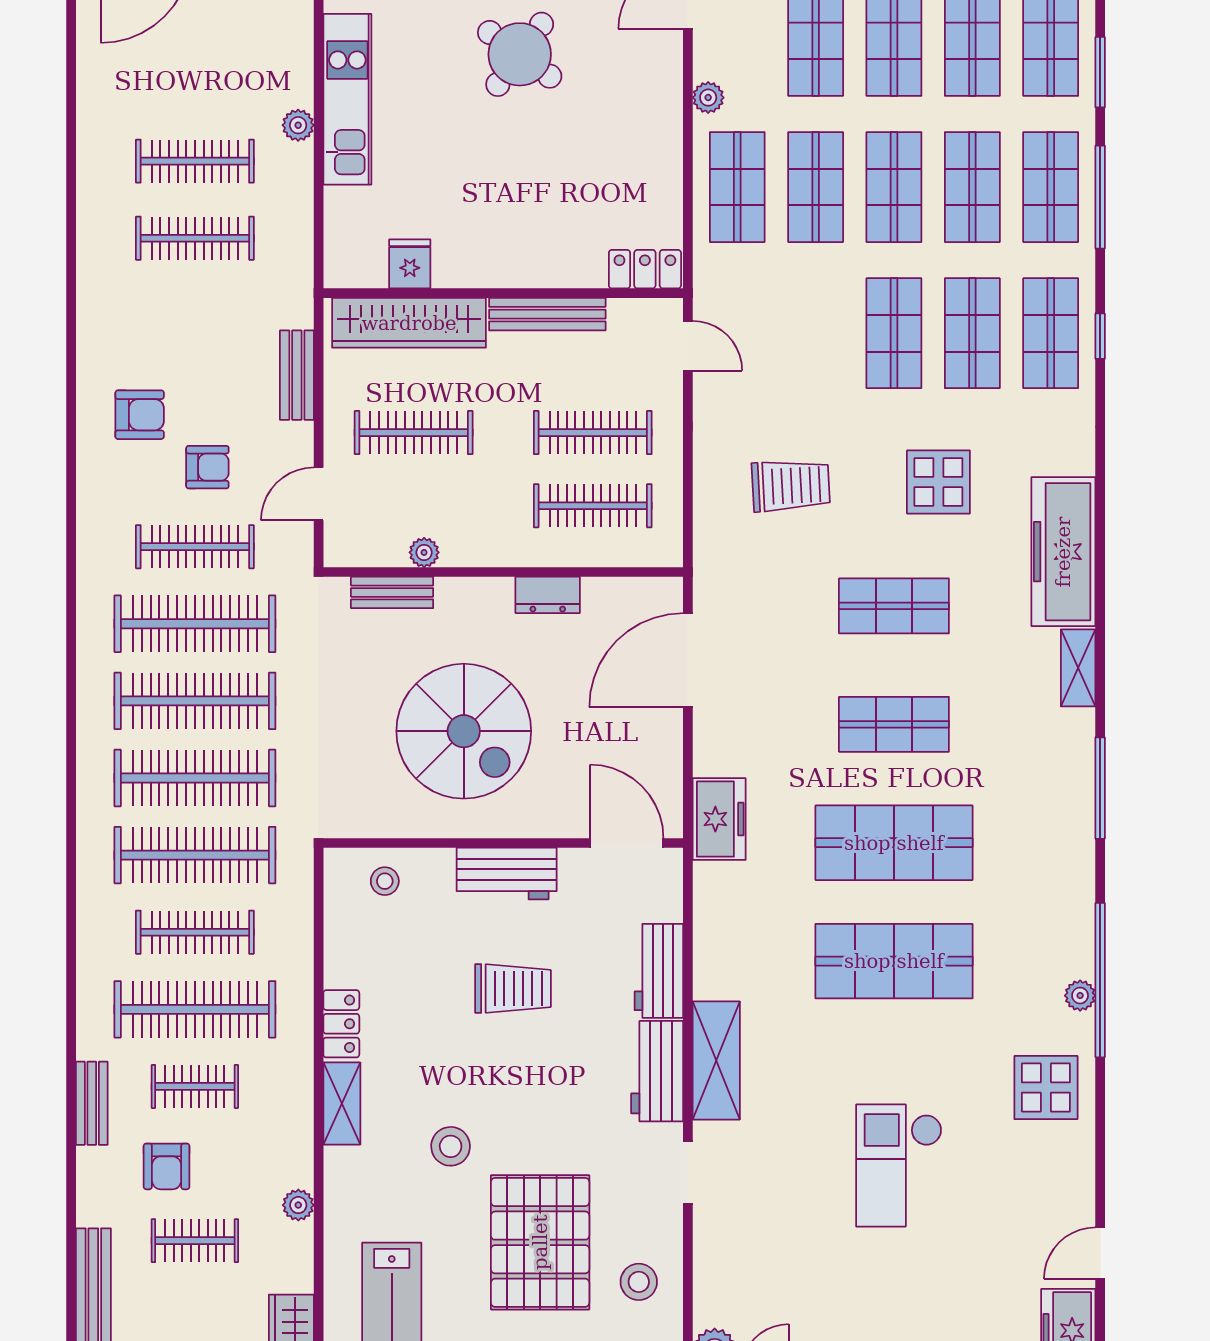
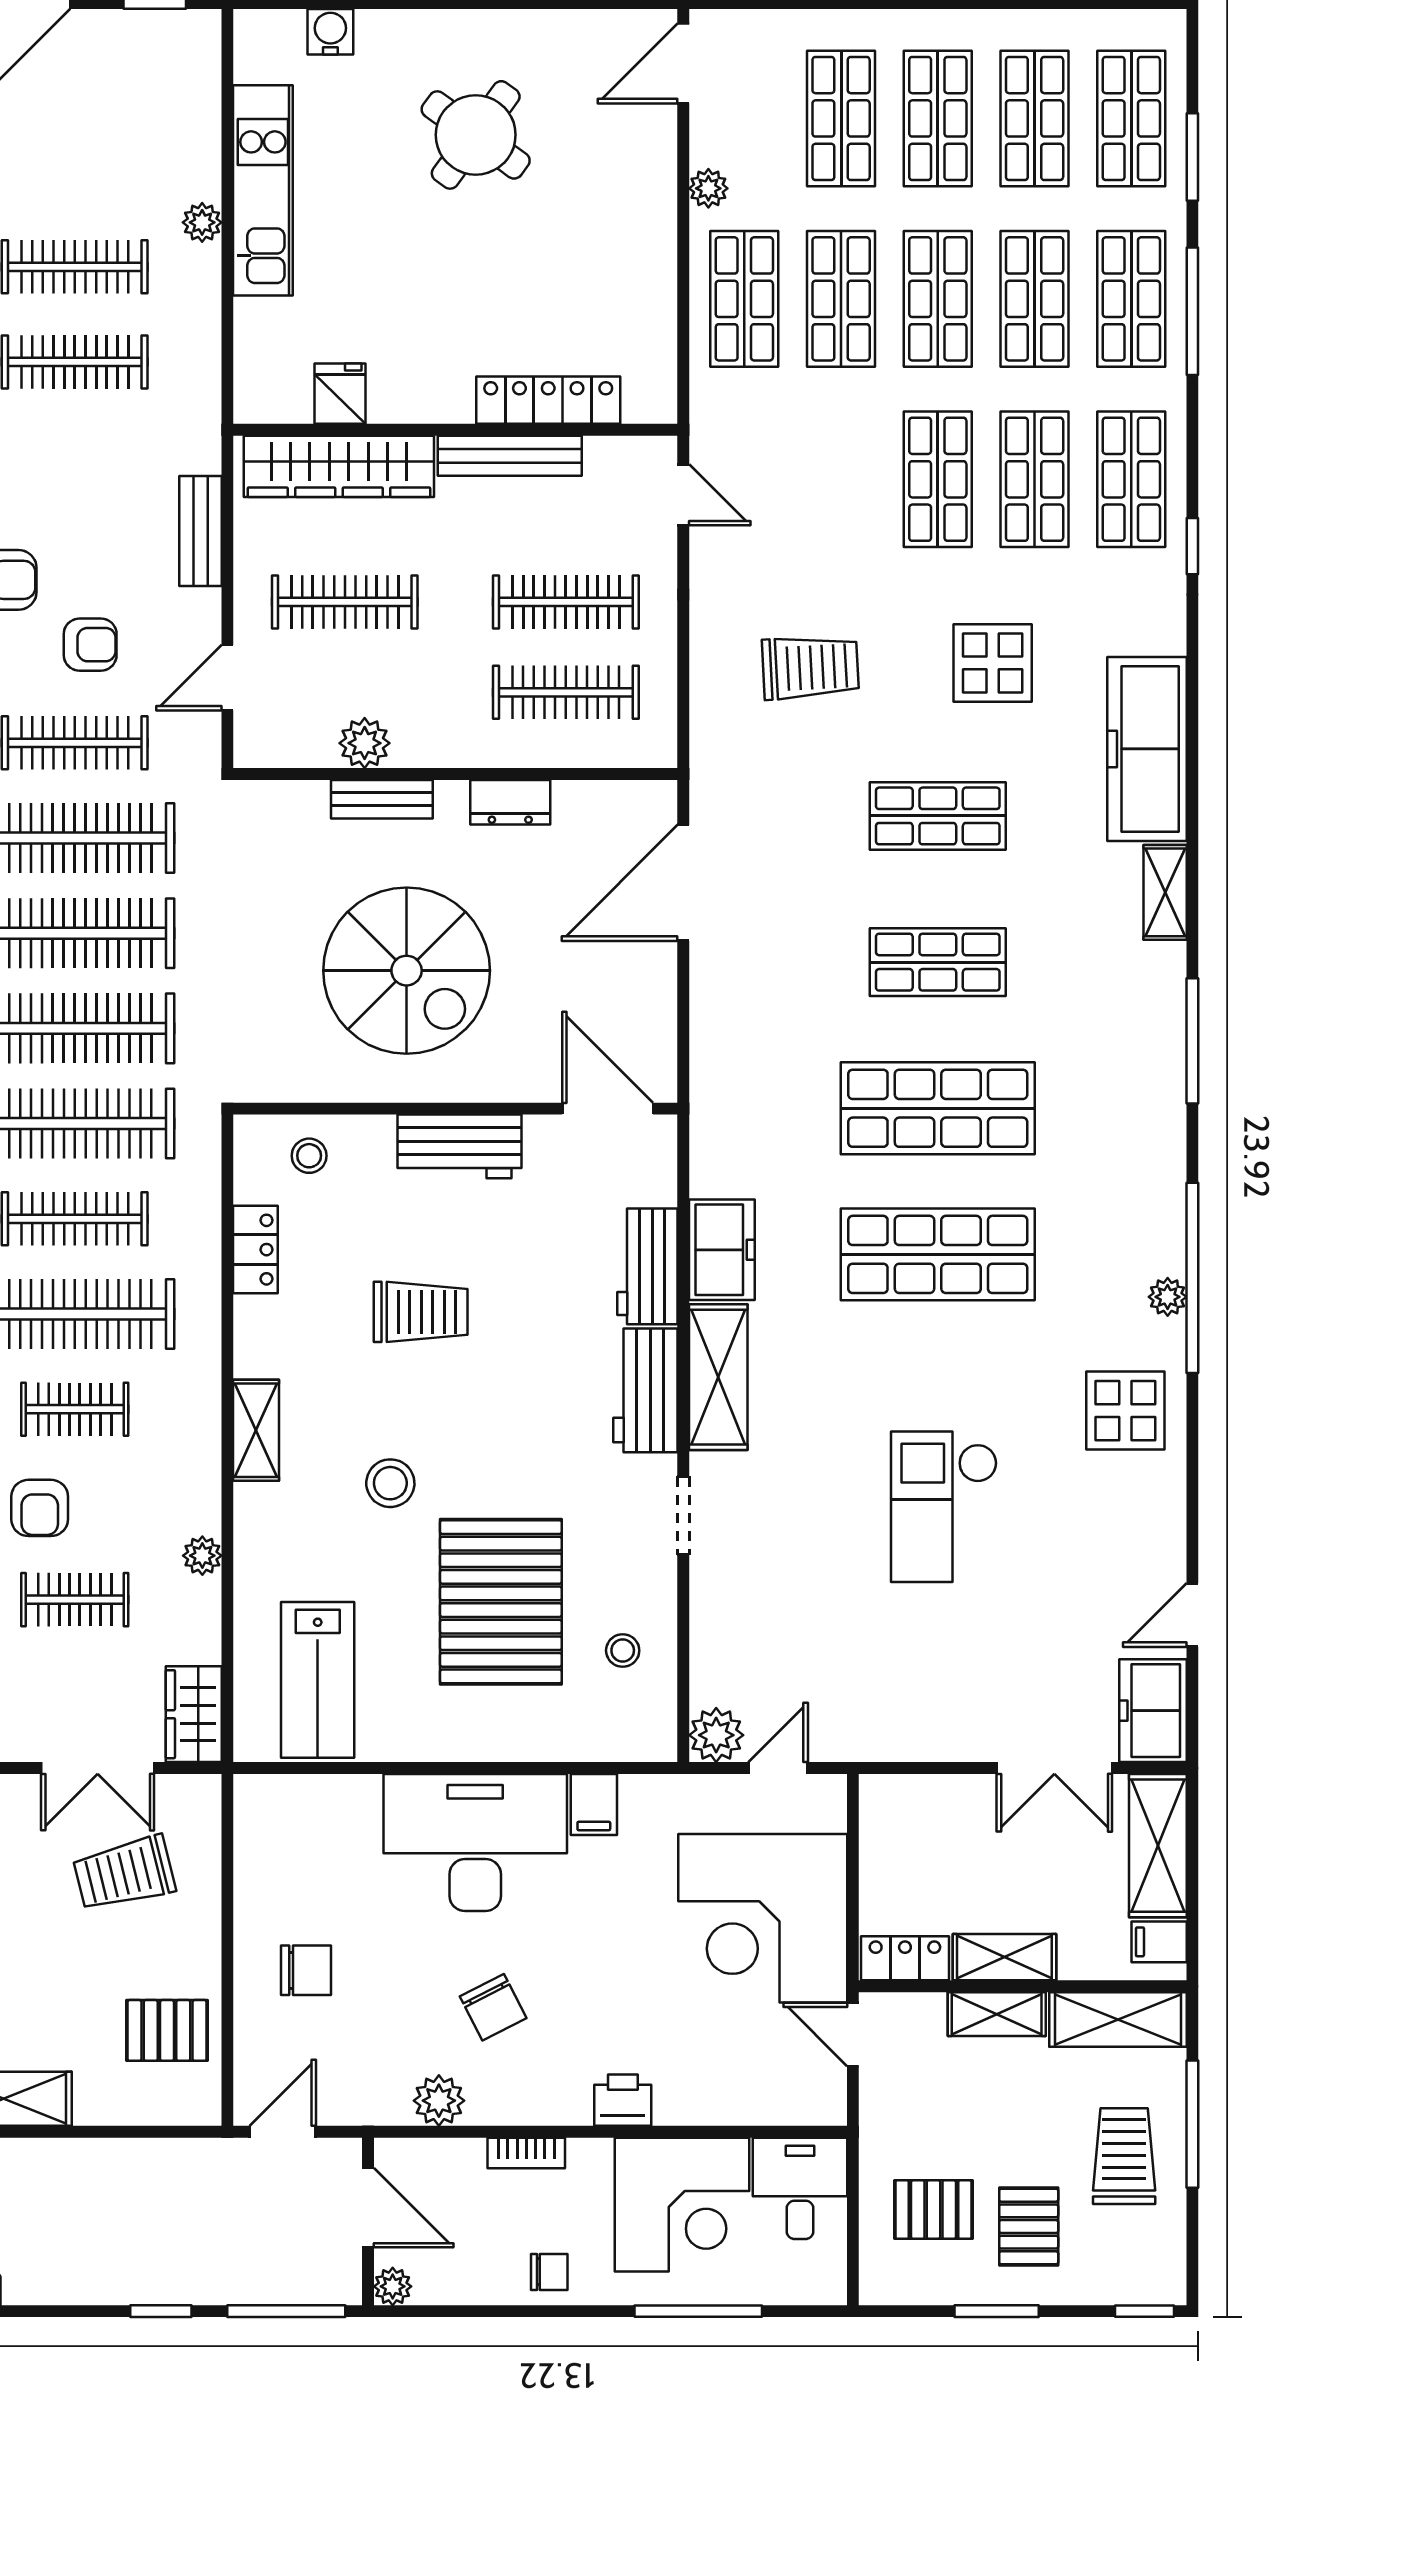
locker: (645, 269) -> (548, 400), moved, width x1.53
window: (1100, 336) -> (1192, 546), moved
plant: (424, 552) -> (365, 743), width x1.38, depth x1.38
bench: (392, 592) -> (382, 799), moved
freezer: (719, 819) -> (722, 1250), moved
trolley: (513, 989) -> (421, 1312), moved
locker: (341, 1024) -> (255, 1250), moved
stool: (639, 1282) -> (623, 1650), width x0.73, depth x0.73

